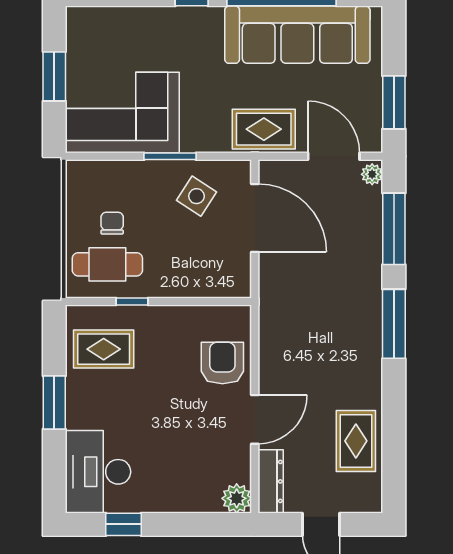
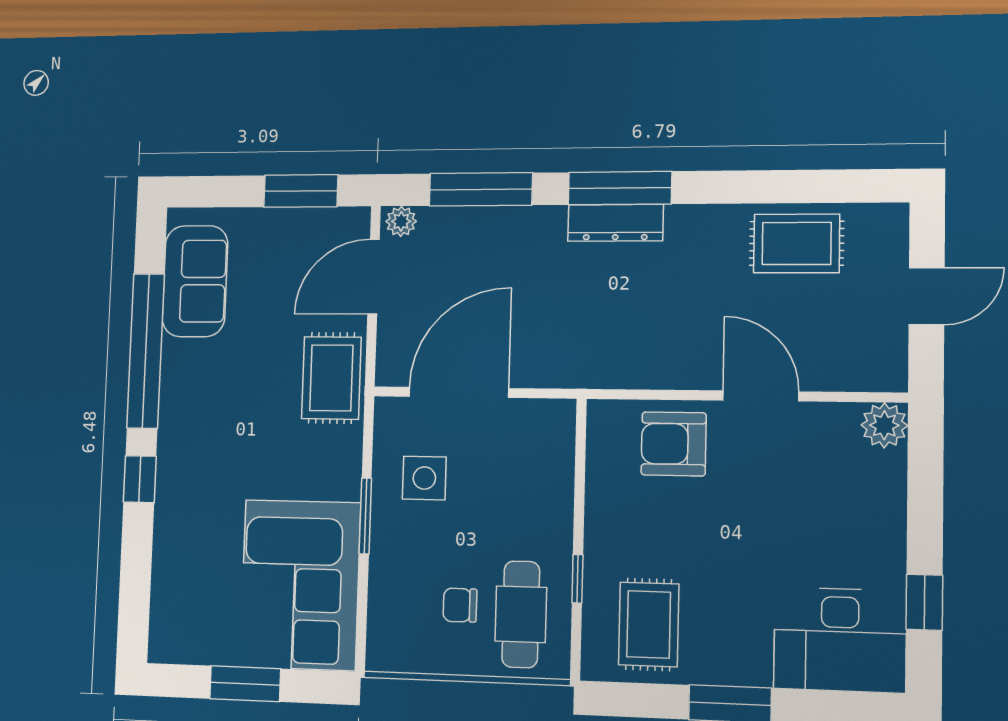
sofa: (297, 35) -> (195, 281), width x0.54, depth x0.79
side table: (197, 196) -> (424, 478), turned -33
dresser: (271, 481) -> (616, 223), moved, turned 180

